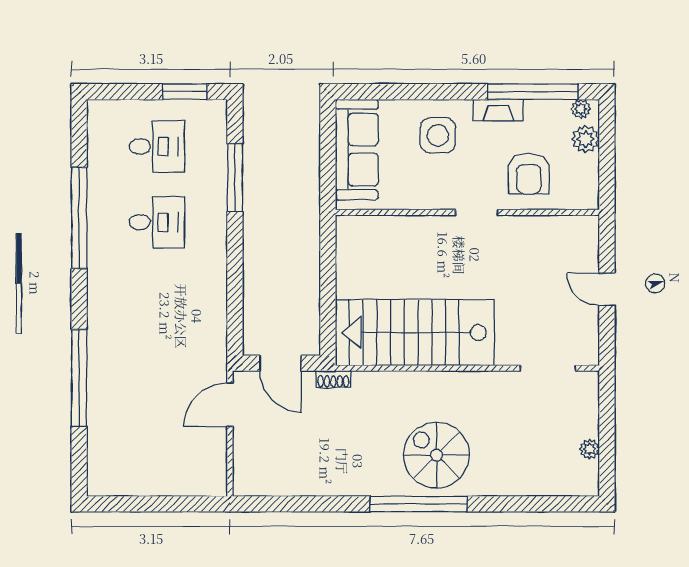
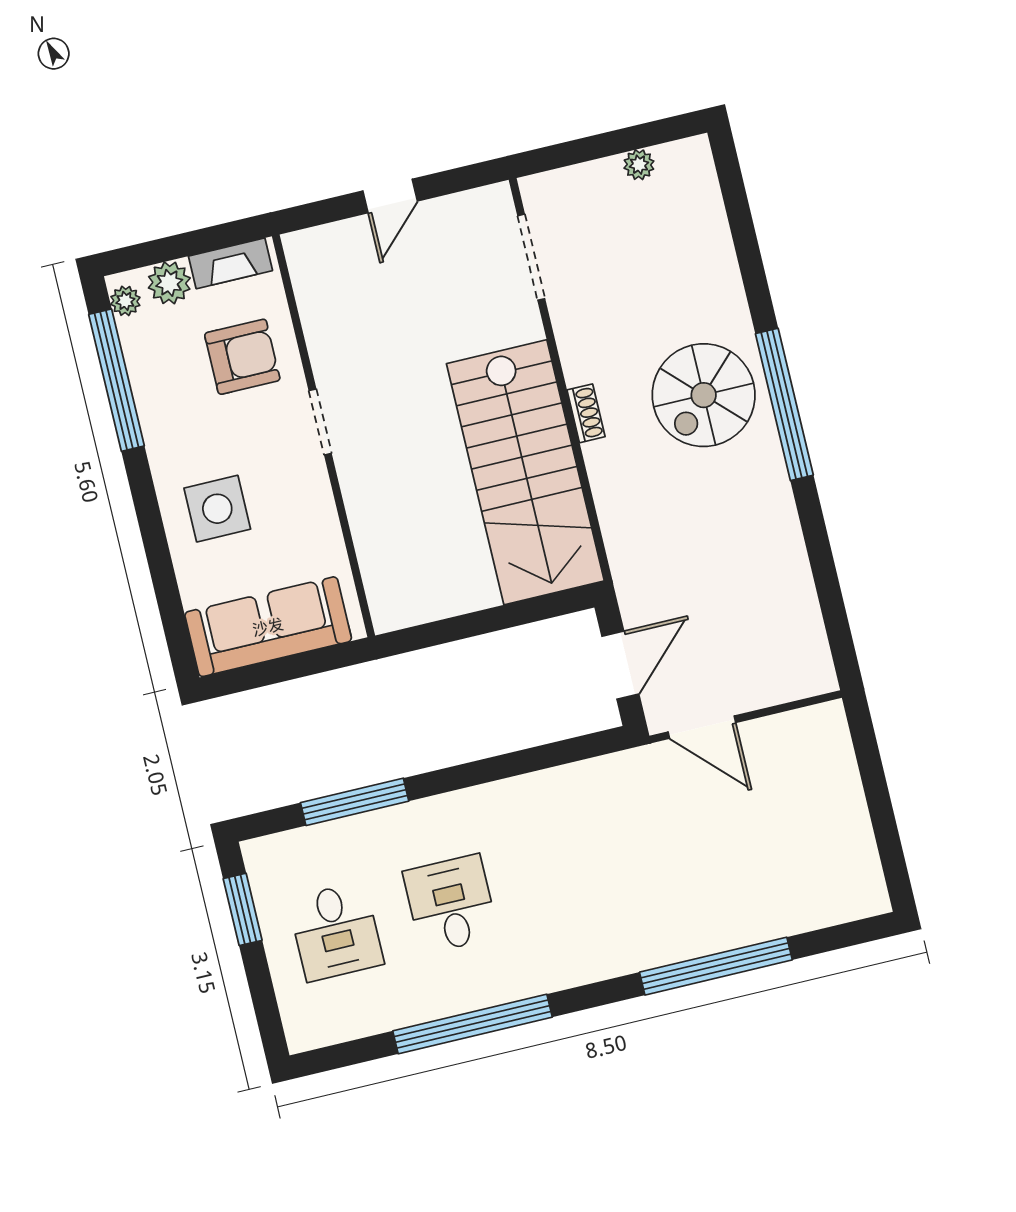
fireplace: (498, 110) -> (230, 263), moved, turned 90
desk: (157, 146) -> (336, 931), turned 180
shoe rack: (333, 379) -> (586, 413), moved

